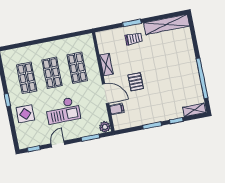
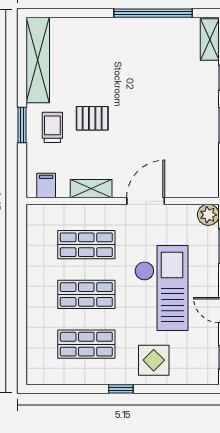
pallet: (136, 82) -> (92, 118), moved
filing cabinet: (117, 109) -> (46, 186), moved
checkout: (63, 110) -> (161, 288), width x1.36, depth x1.21

